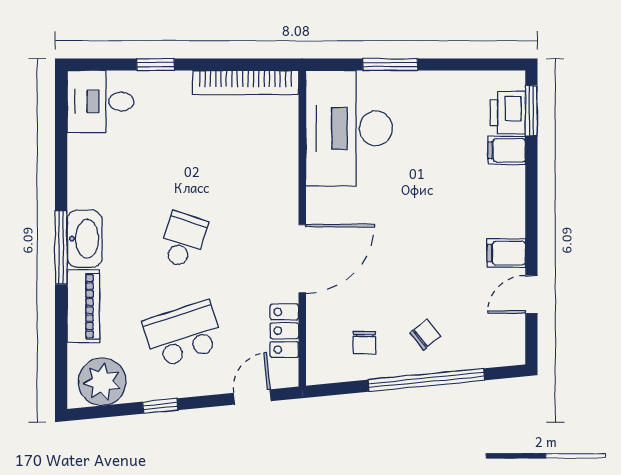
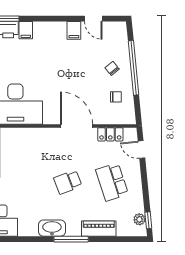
washbasin: (85, 239) -> (52, 228), moved
school desk: (183, 240) -> (68, 182), turned -39
plant: (102, 382) -> (139, 219), width x0.53, depth x0.53
window: (160, 406) -> (148, 220), moved

